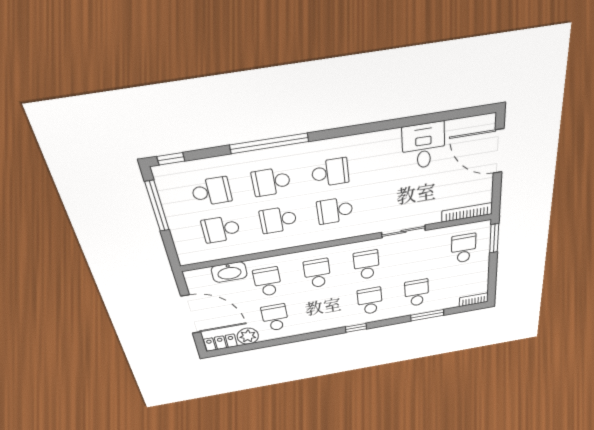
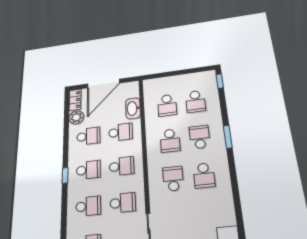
window: (269, 143) -> (228, 137), width x0.47
window: (157, 206) -> (188, 71), removed
school desk: (278, 220) -> (170, 141), turned 180
school desk: (221, 229) -> (167, 105), turned 180
school desk: (323, 309) -> (88, 170), added
window: (356, 328) -> (65, 175), moved

